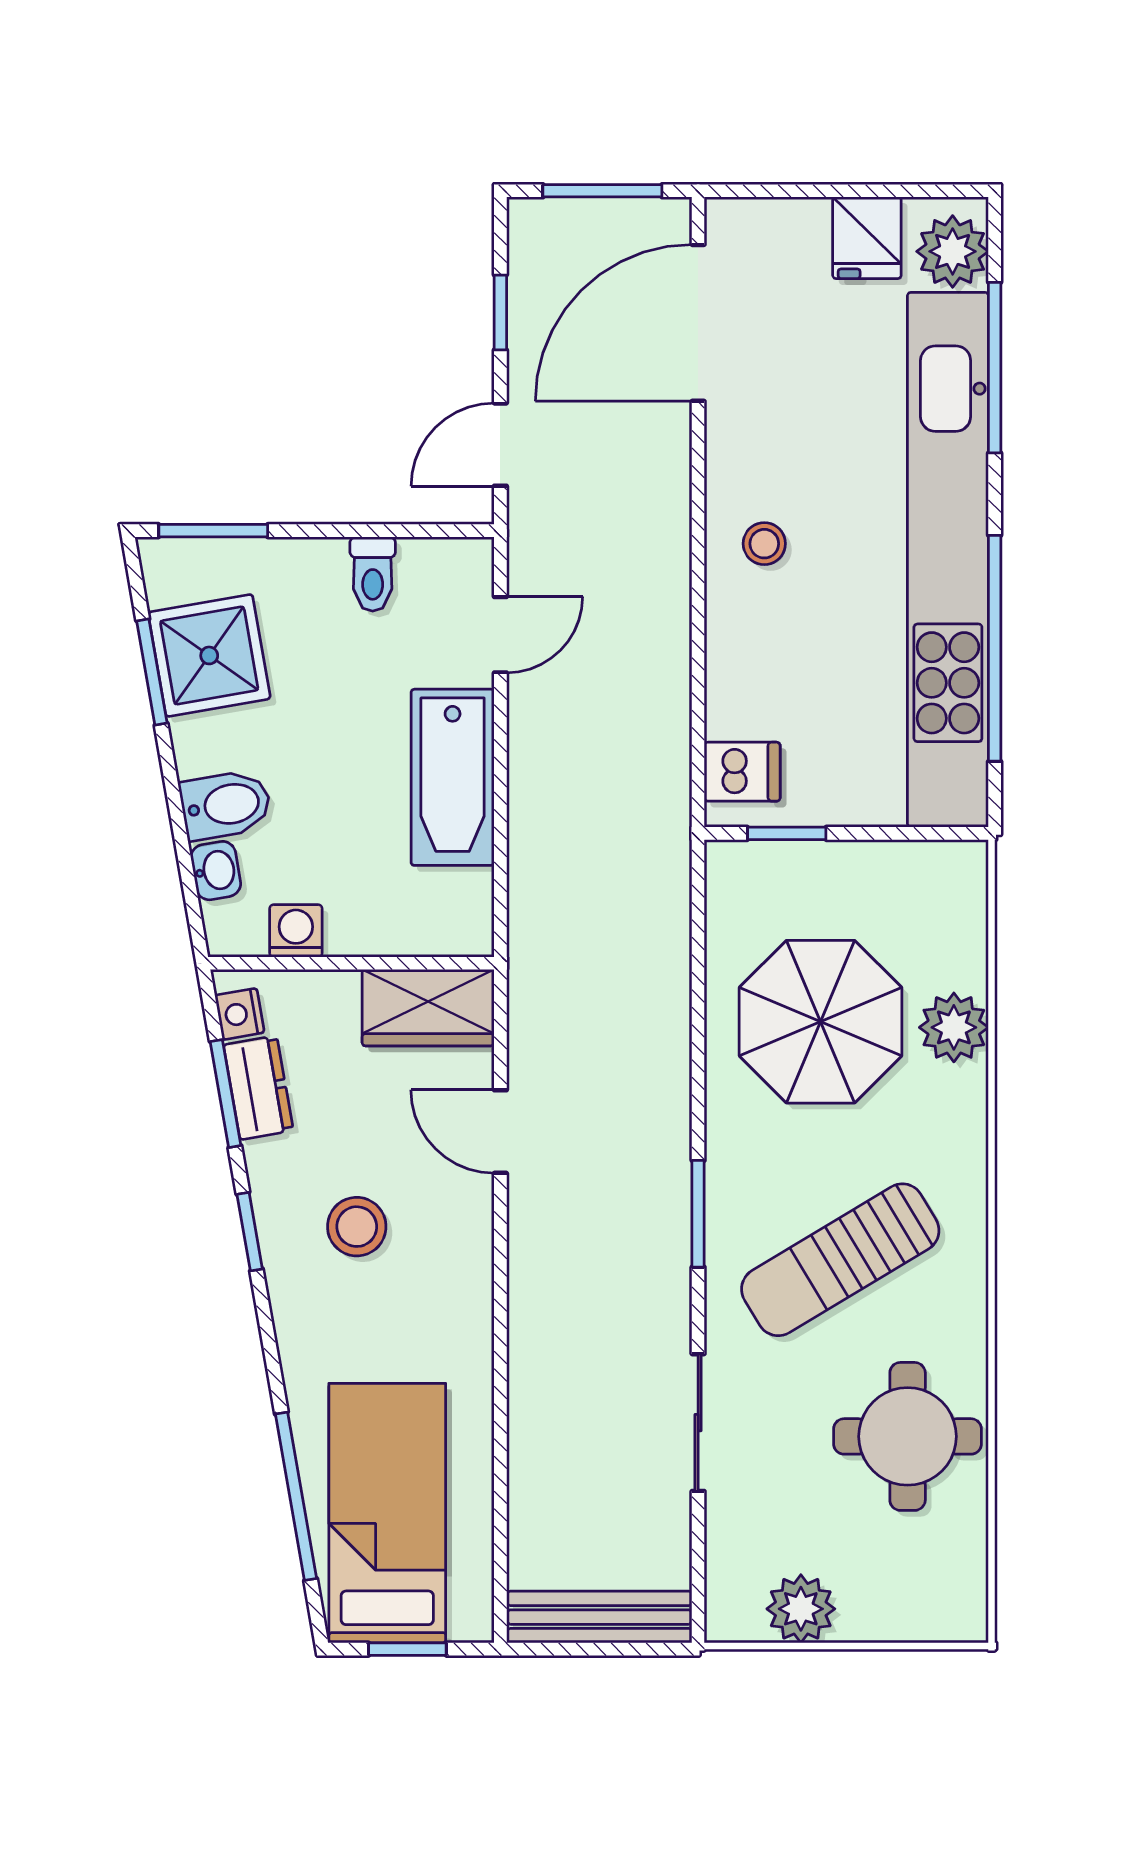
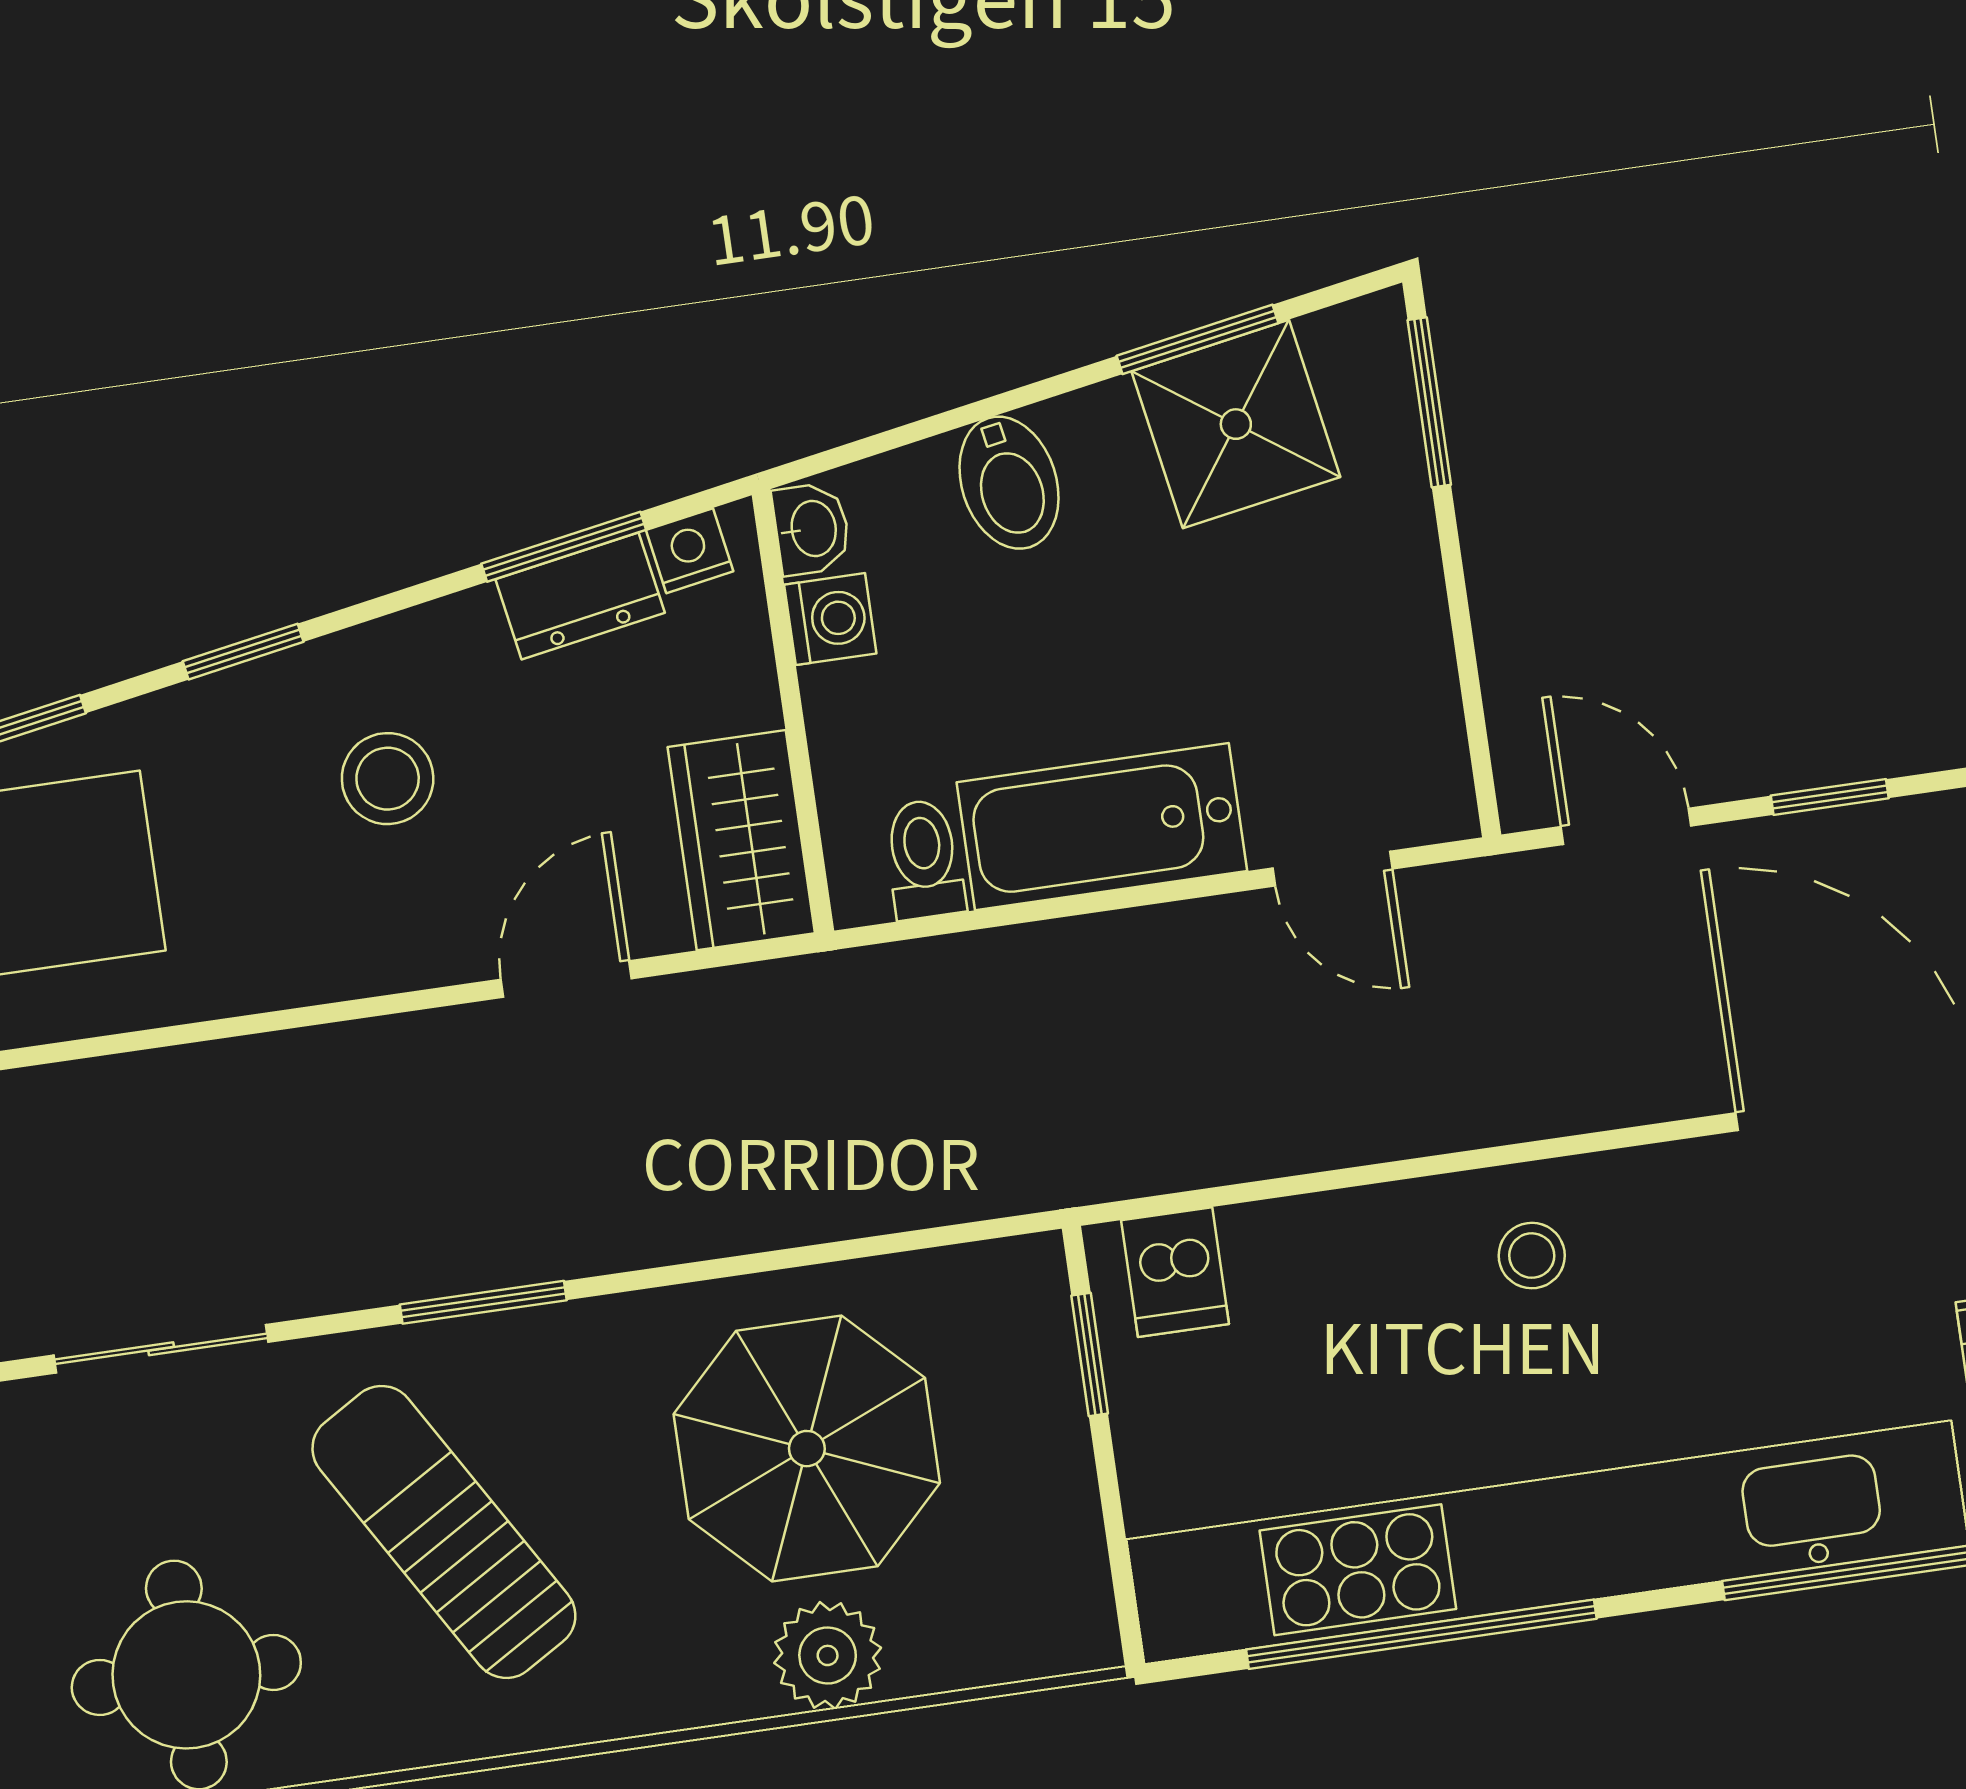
toilet: (373, 574) -> (924, 859), moved, turned 90
washbasin: (216, 871) -> (812, 529), moved, turned -80
window: (250, 1232) -> (243, 652), moved

